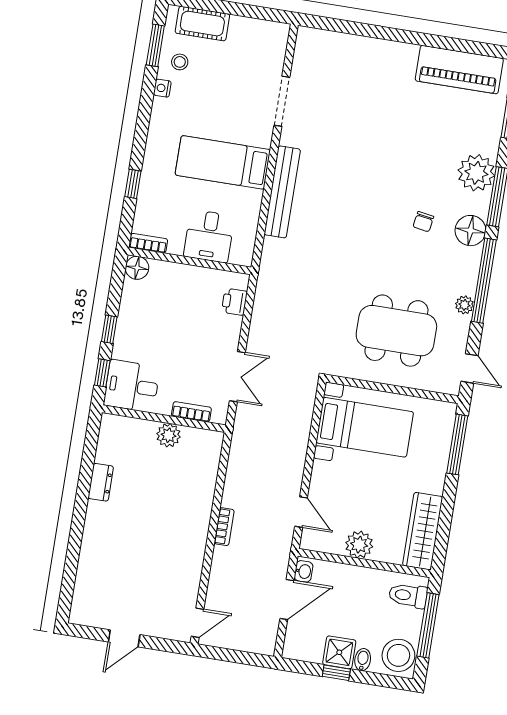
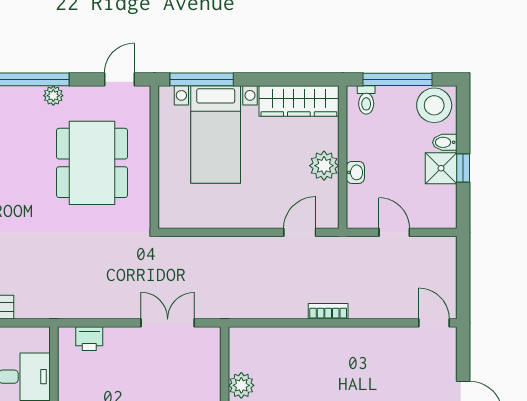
bookcase: (191, 412) -> (213, 365), removed
bed with nightstands: (365, 427) -> (216, 135), moved, turned 180
washbasin: (304, 571) -> (355, 172), moved, turned 90
toilet: (408, 596) -> (366, 100), width x0.73, depth x0.72
door: (287, 599) -> (394, 232), width x0.73

